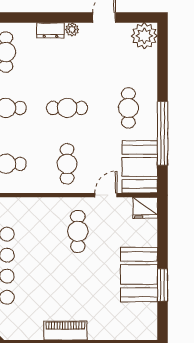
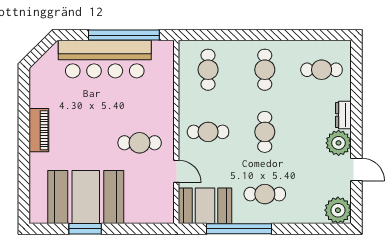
plant: (72, 29) -> (339, 143), width x1.88, depth x1.88
fridge: (145, 208) -> (163, 211), removed
booth: (139, 274) -> (86, 197), width x1.36, depth x1.42

